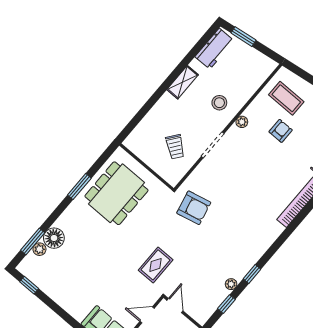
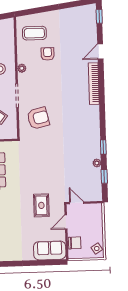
armchair: (194, 208) -> (38, 118), moved
rug: (156, 265) -> (41, 205), moved

